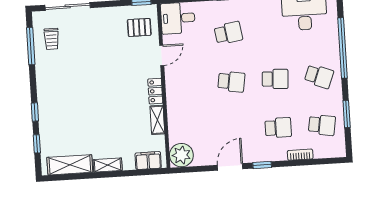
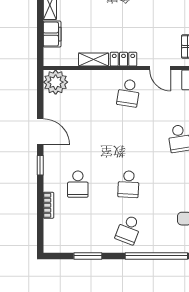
school desk: (231, 82) -> (129, 93), moved
school desk: (322, 125) -> (78, 230), removed
filing cabinet: (148, 161) -> (52, 34), moved

